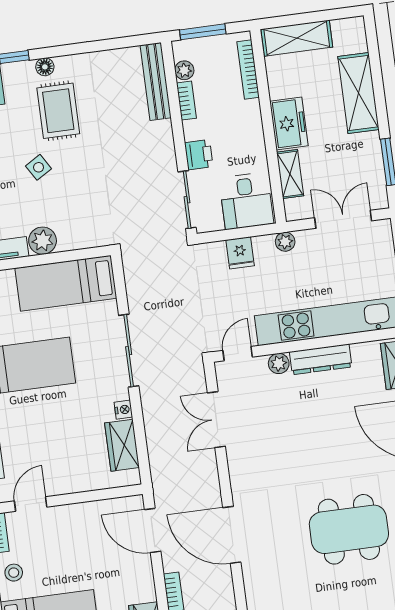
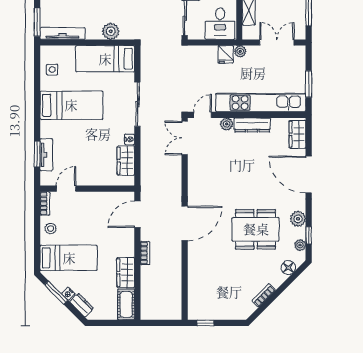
plant: (43, 241) -> (111, 31), moved
fridge: (240, 253) -> (226, 54), moved
double door: (216, 420) -> (185, 138), moved
door: (153, 530) -> (137, 214), hinge flipped
door: (232, 535) -> (185, 223), swing flipped

